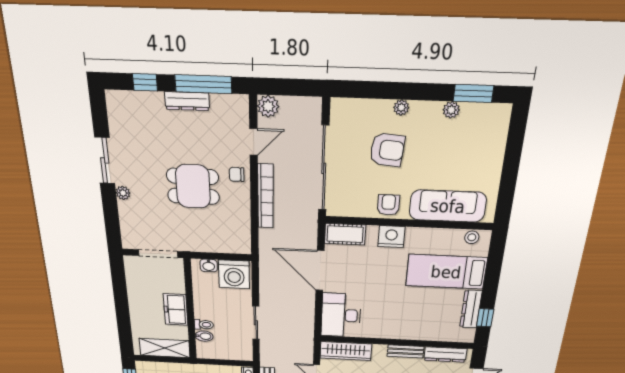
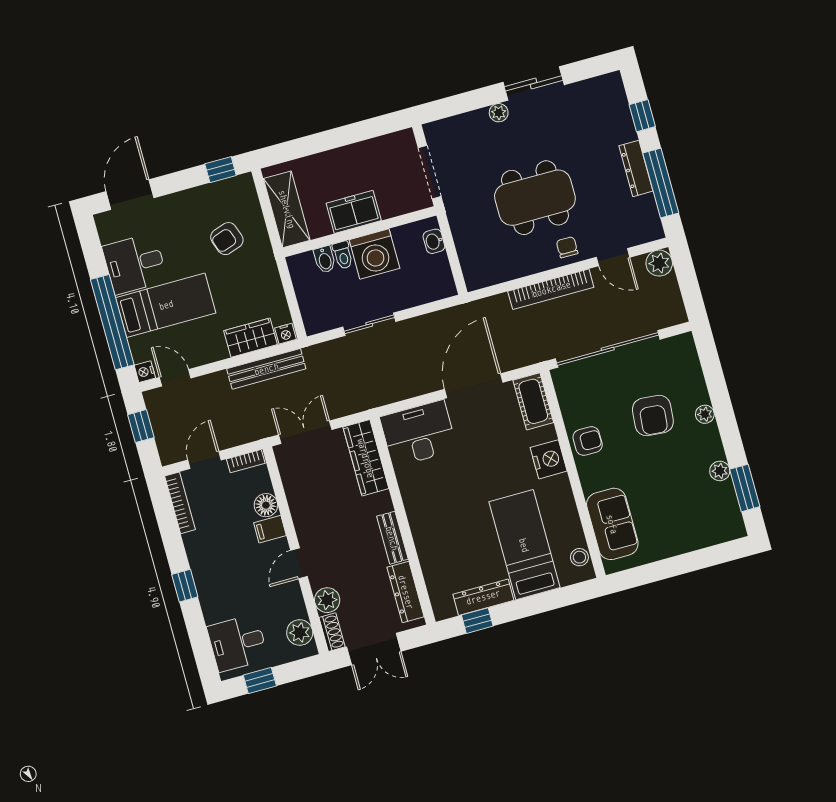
dining table: (193, 186) -> (535, 198), width x1.38
sofa: (448, 206) -> (612, 524), width x0.73
washing machine: (234, 274) -> (374, 254), moved, turned -90

